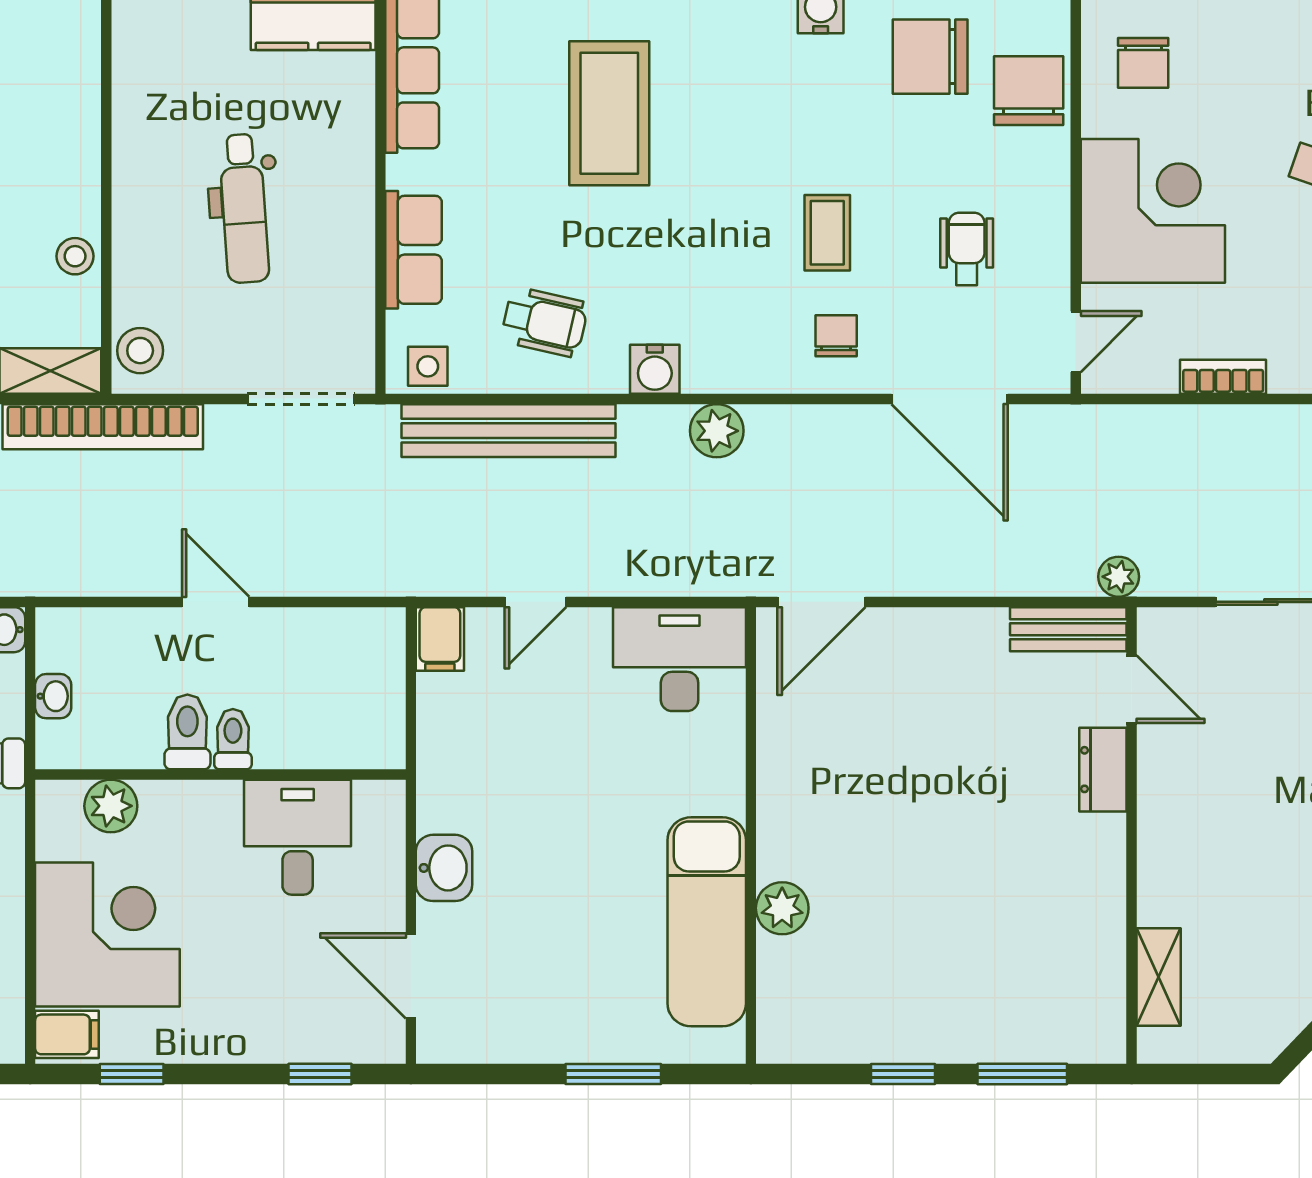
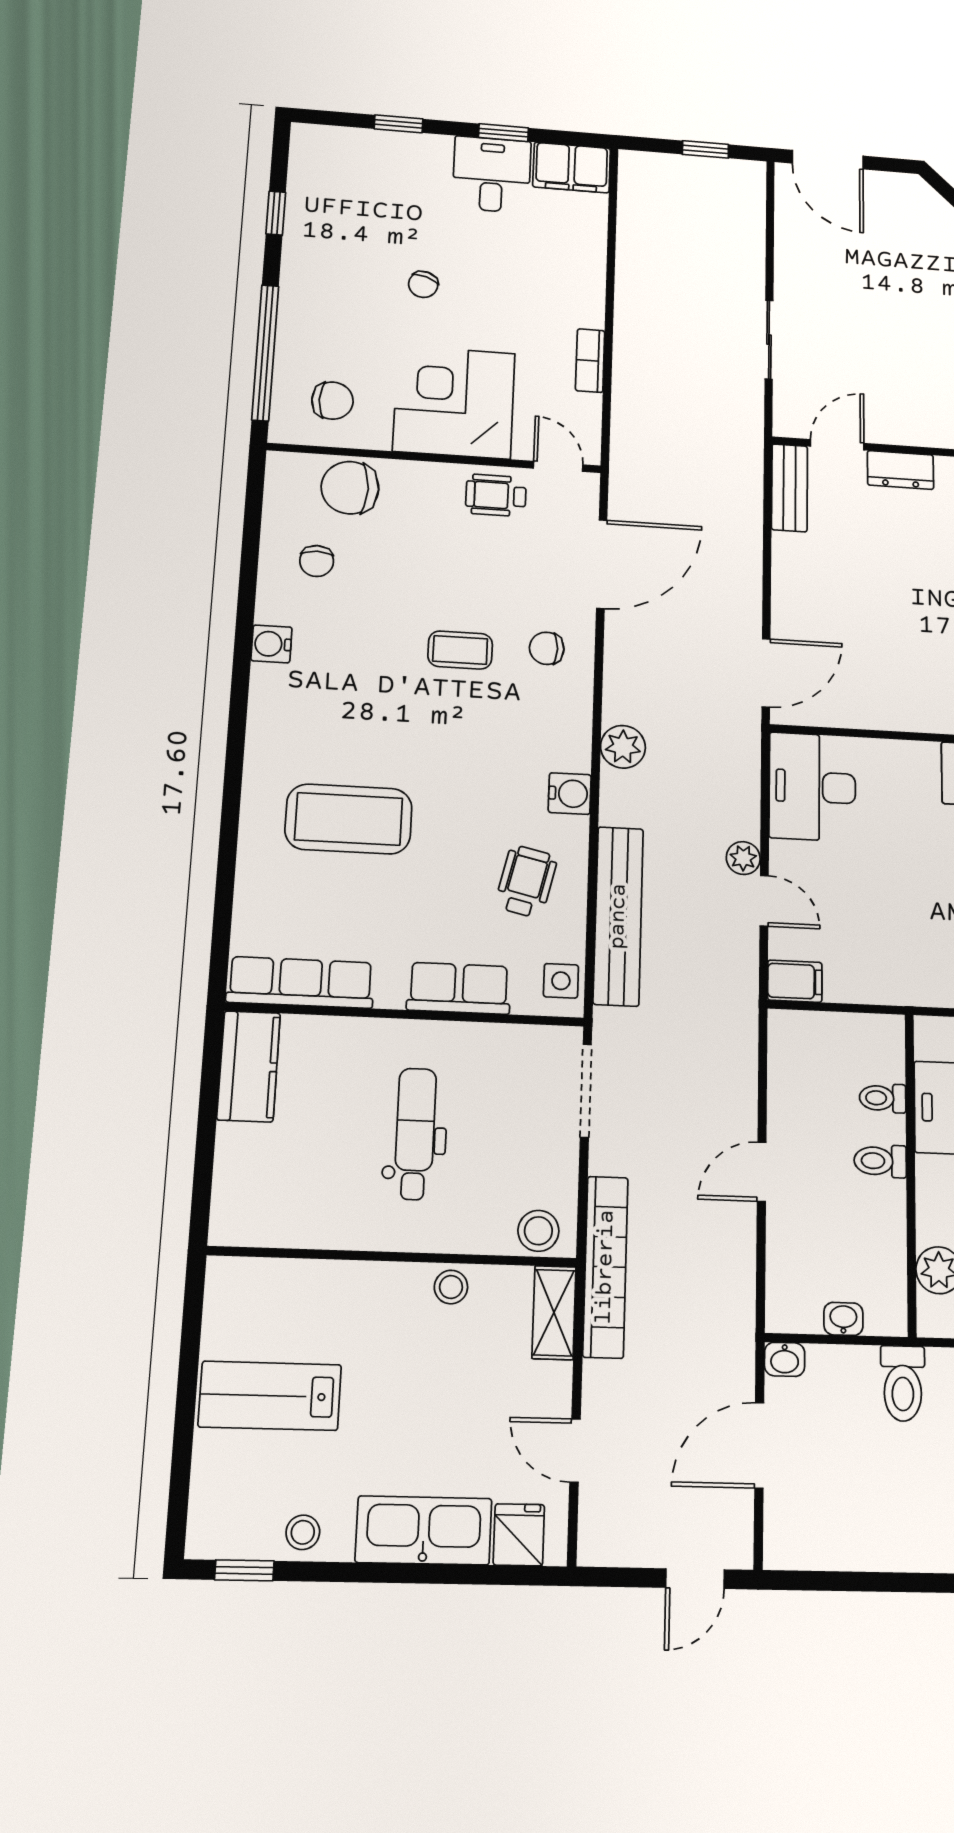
chair: (930, 57) -> (317, 561), width x0.54, depth x0.54
dental chair: (244, 208) -> (415, 1134), turned -86
wheelchair: (967, 249) -> (496, 495), moved
plant: (1119, 577) -> (743, 858), moved
door: (821, 602) -> (766, 673), hinge flipped
toilet: (187, 732) -> (883, 1098), moved, width x0.73, depth x0.72

